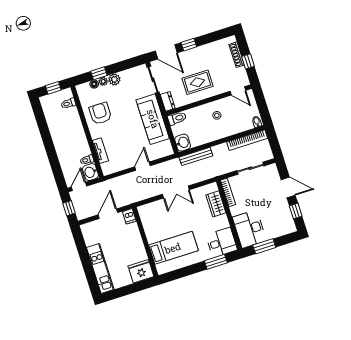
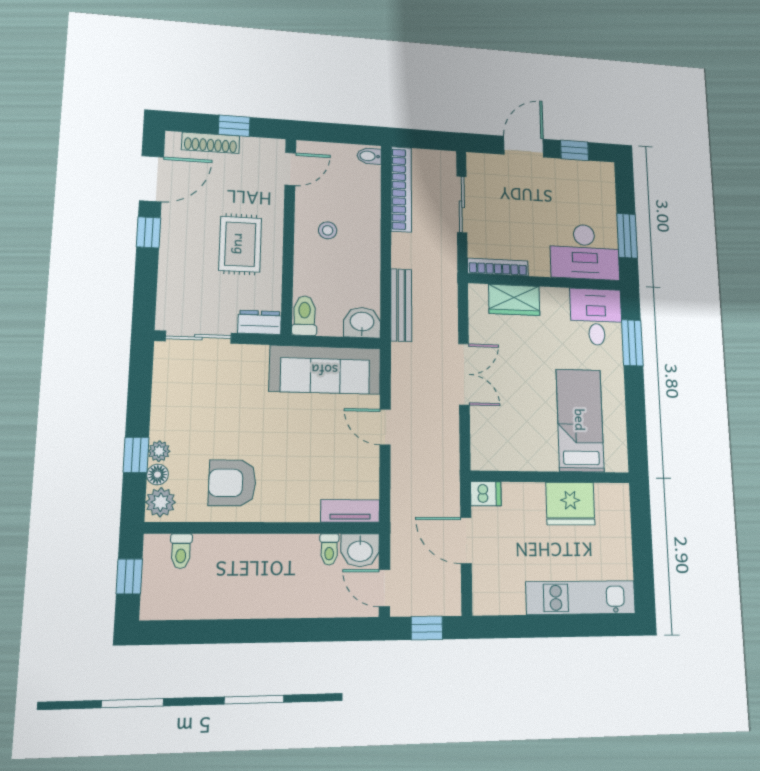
door: (166, 52) -> (152, 179), moved
plant: (114, 79) -> (161, 502), moved
sofa: (153, 119) -> (325, 370), moved
tv unit: (100, 151) -> (350, 511), moved
fridge: (141, 271) -> (570, 504), moved, turned -90

